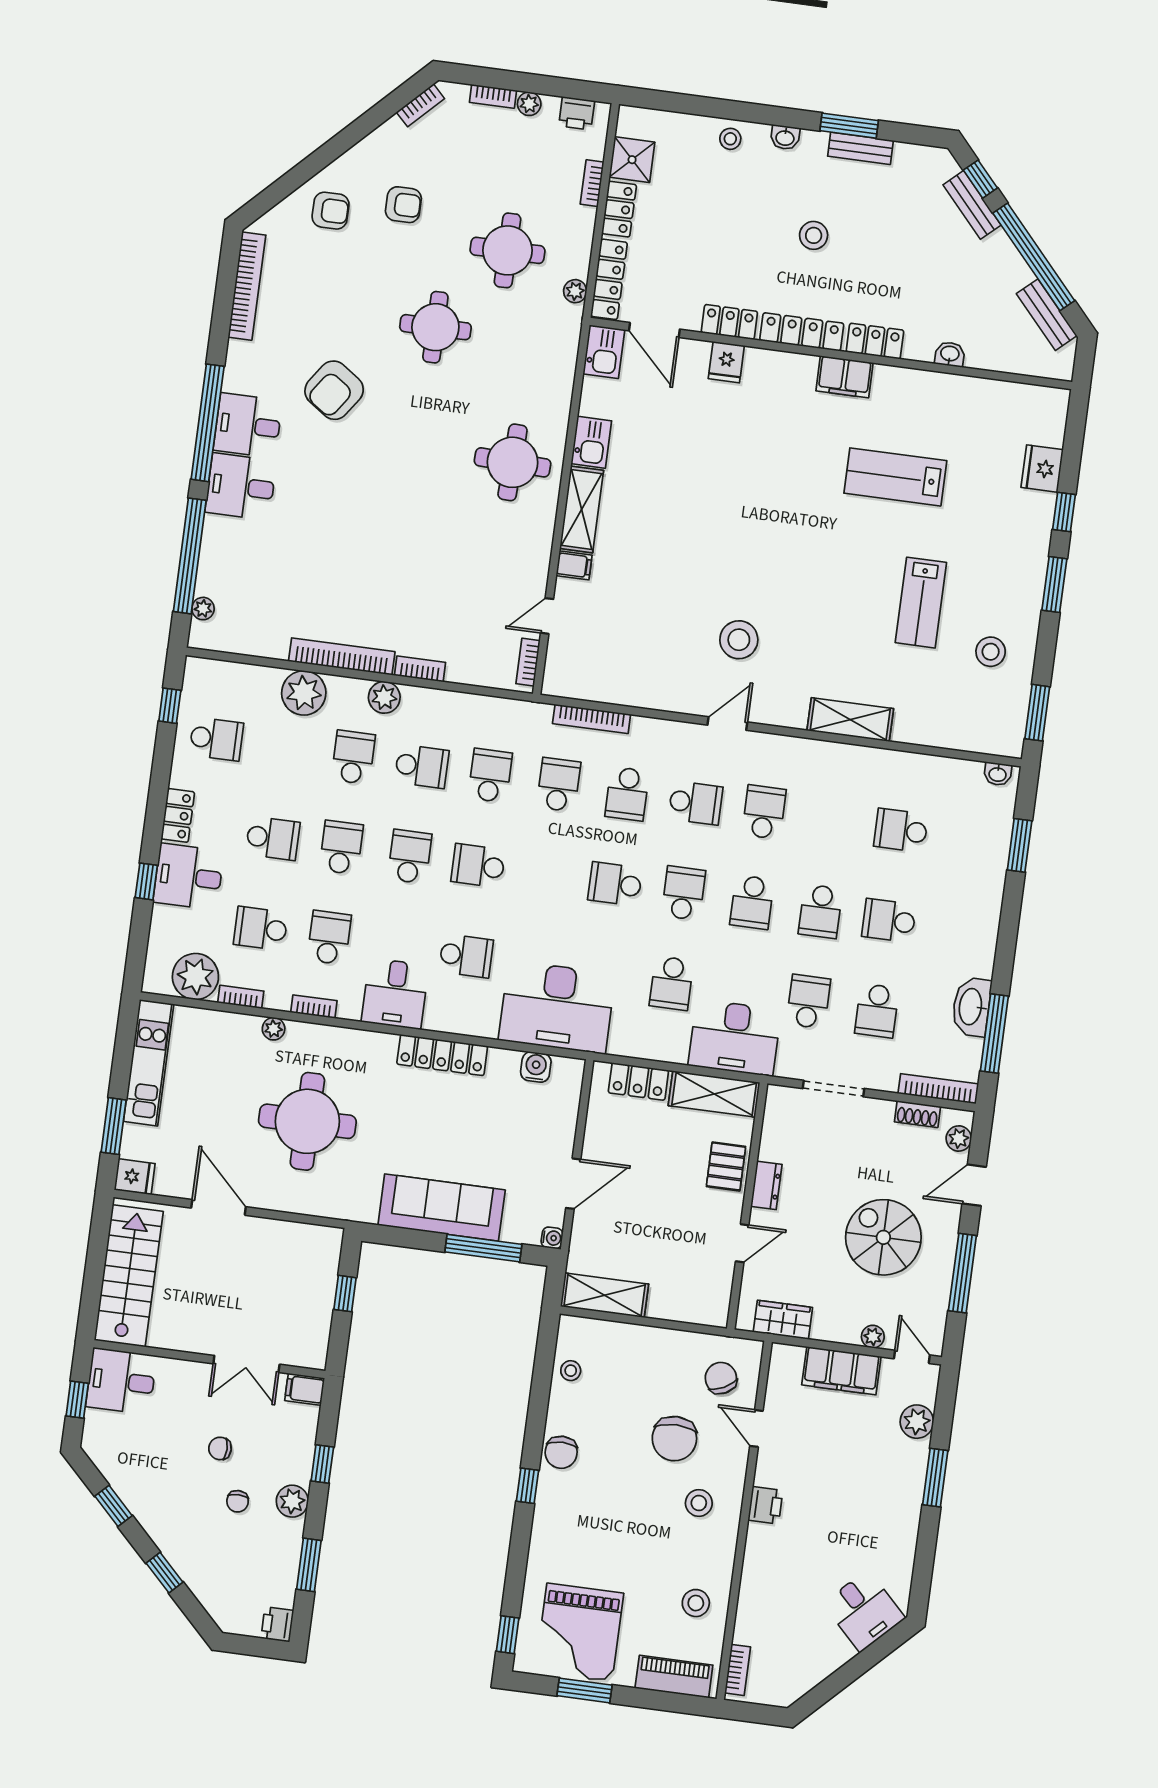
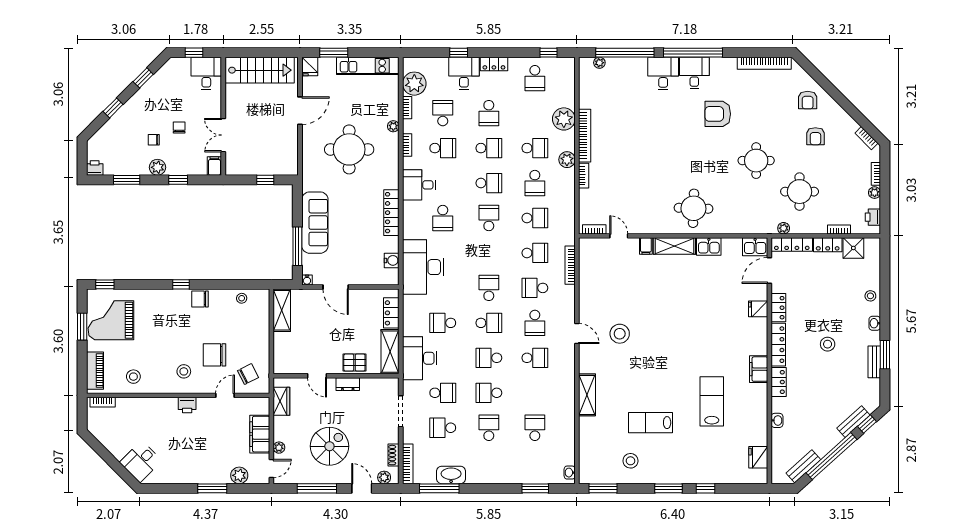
armchair: (334, 390) -> (718, 114), turned -35
fridge: (1042, 469) -> (758, 457), moved, turned -90

